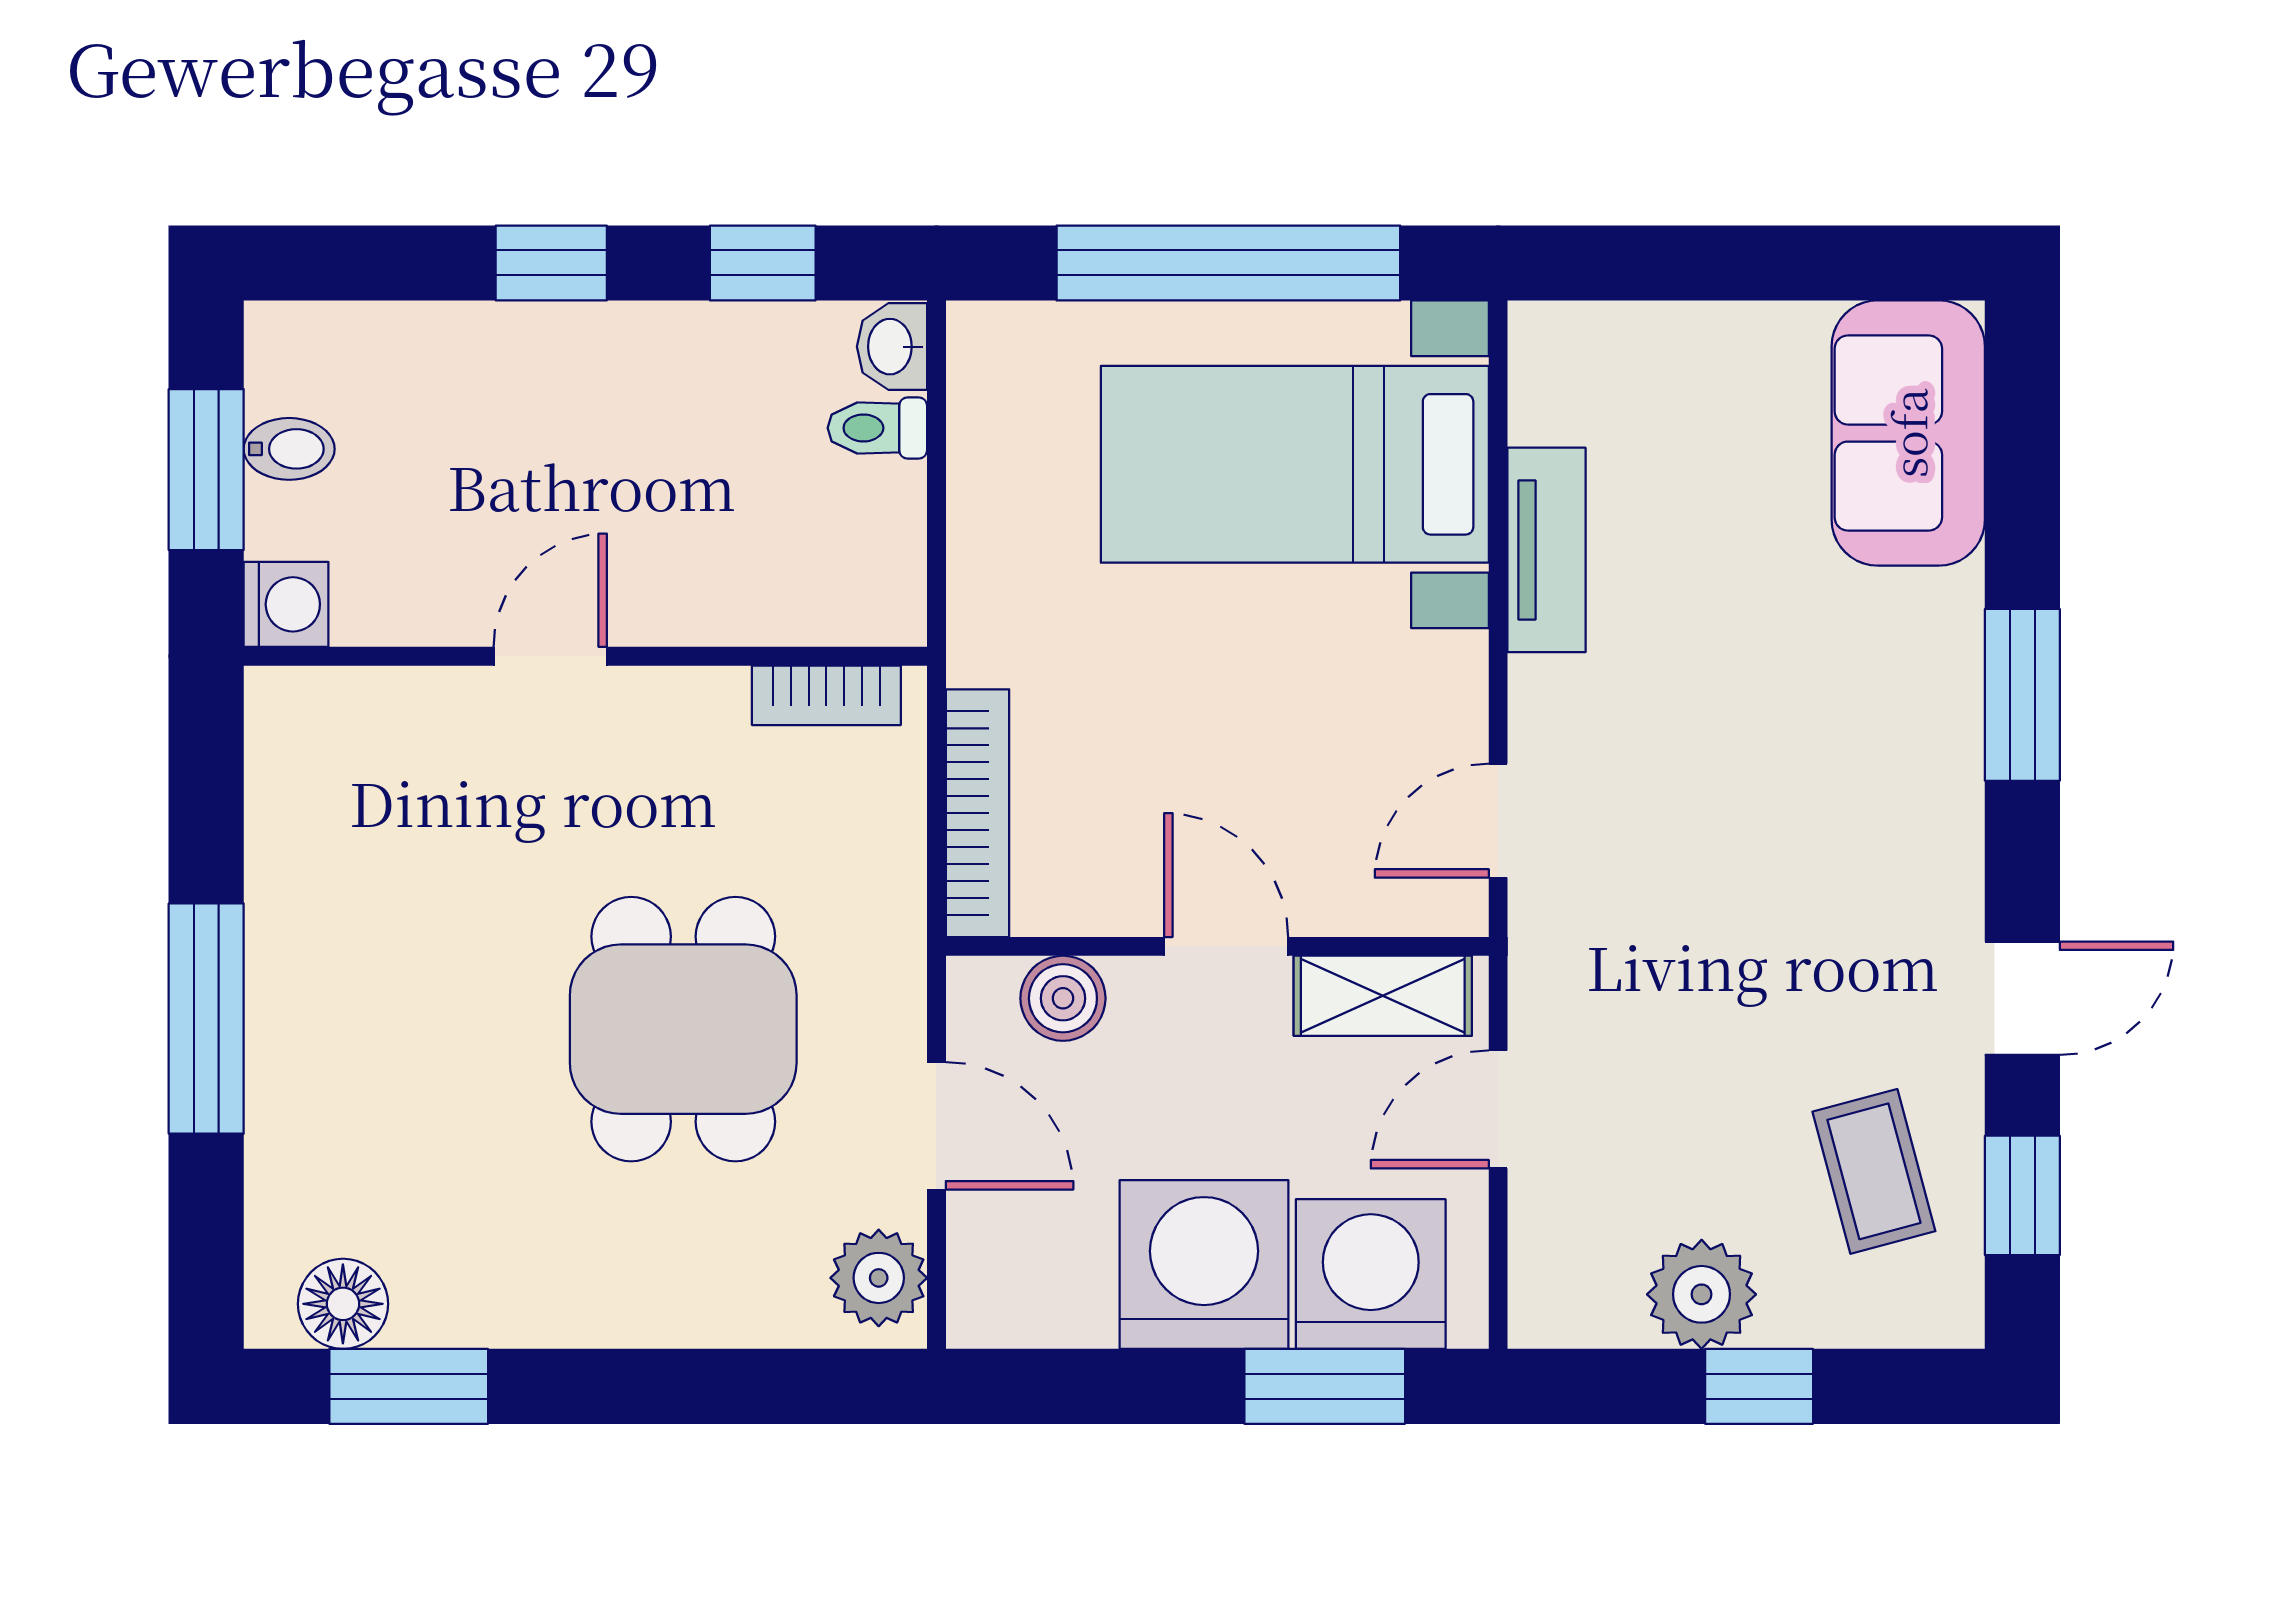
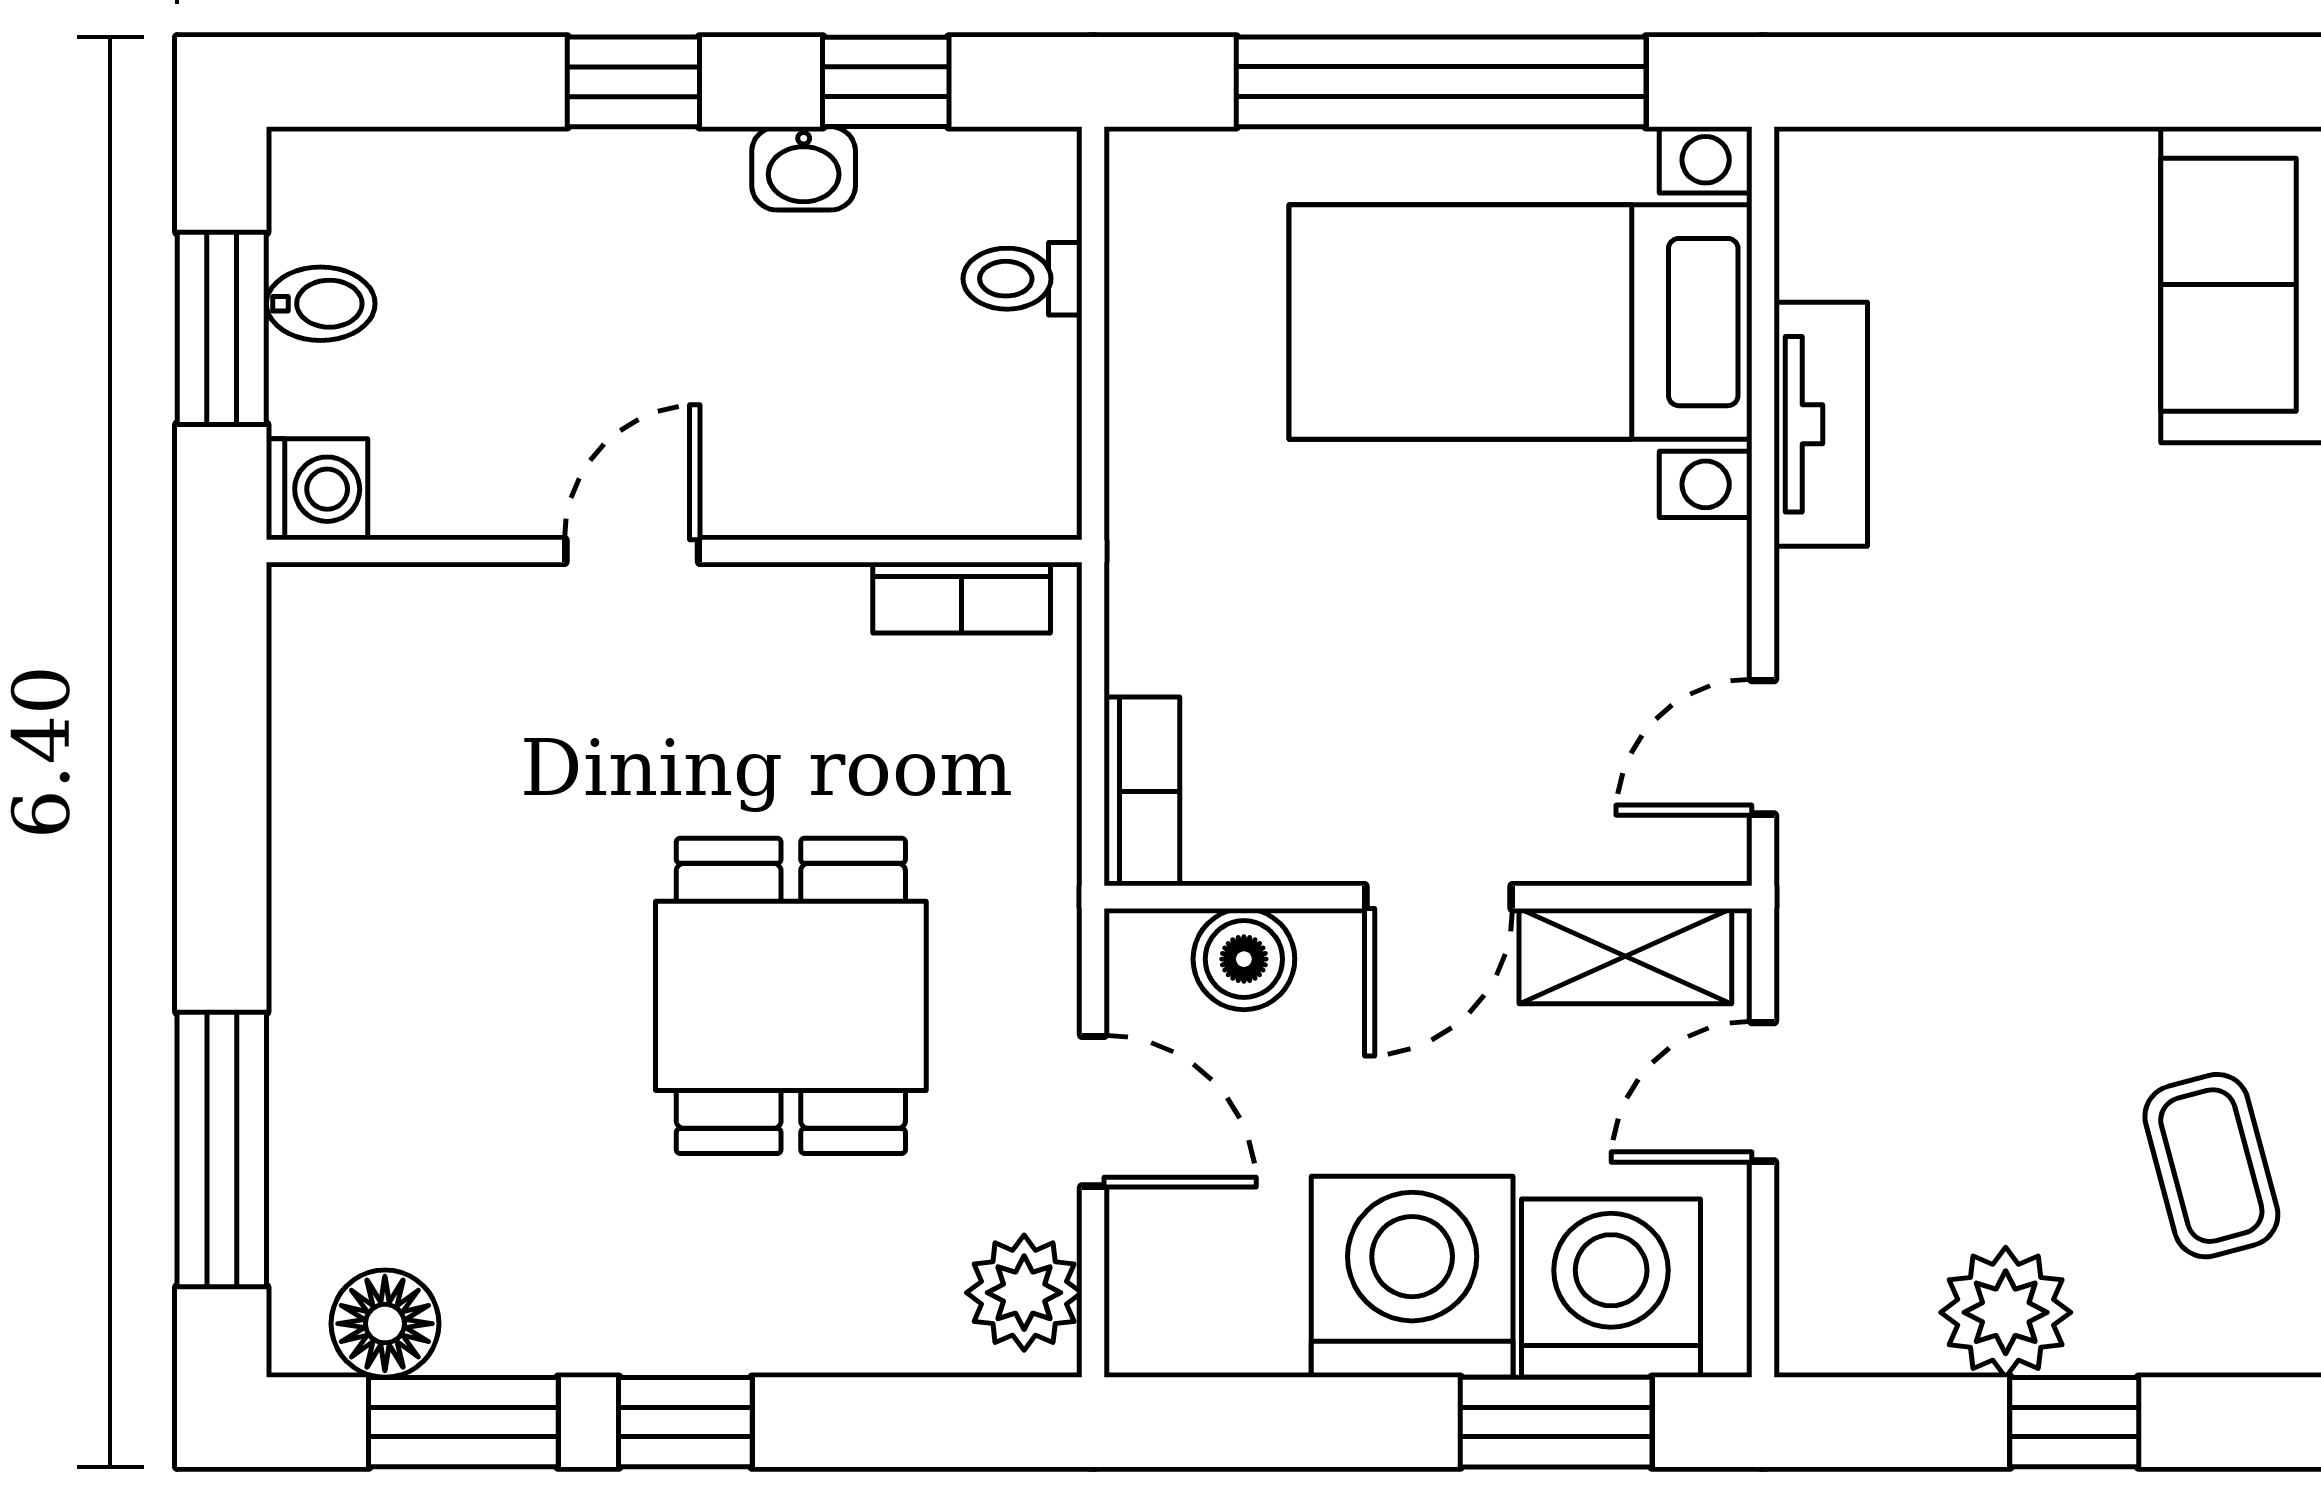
washbasin: (892, 347) -> (804, 168), moved, turned -90
bookcase: (977, 813) -> (1142, 791), width x0.64
door: (1226, 946) -> (1439, 897), swing flipped
window: (206, 1019) -> (222, 1149), moved
window: (595, 1386) -> (685, 1422), added

